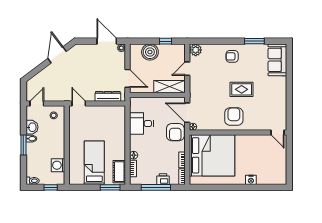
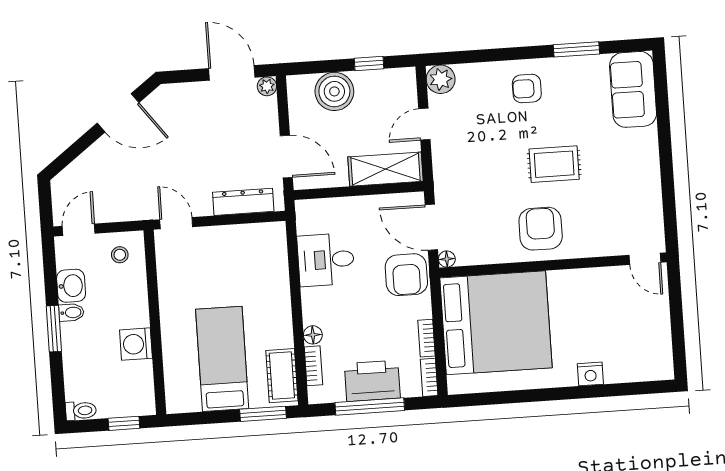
door: (57, 55) -> (118, 113), swing flipped
washing machine: (58, 165) -> (136, 344), moved
printer: (163, 179) -> (372, 381), width x1.87, depth x1.48

